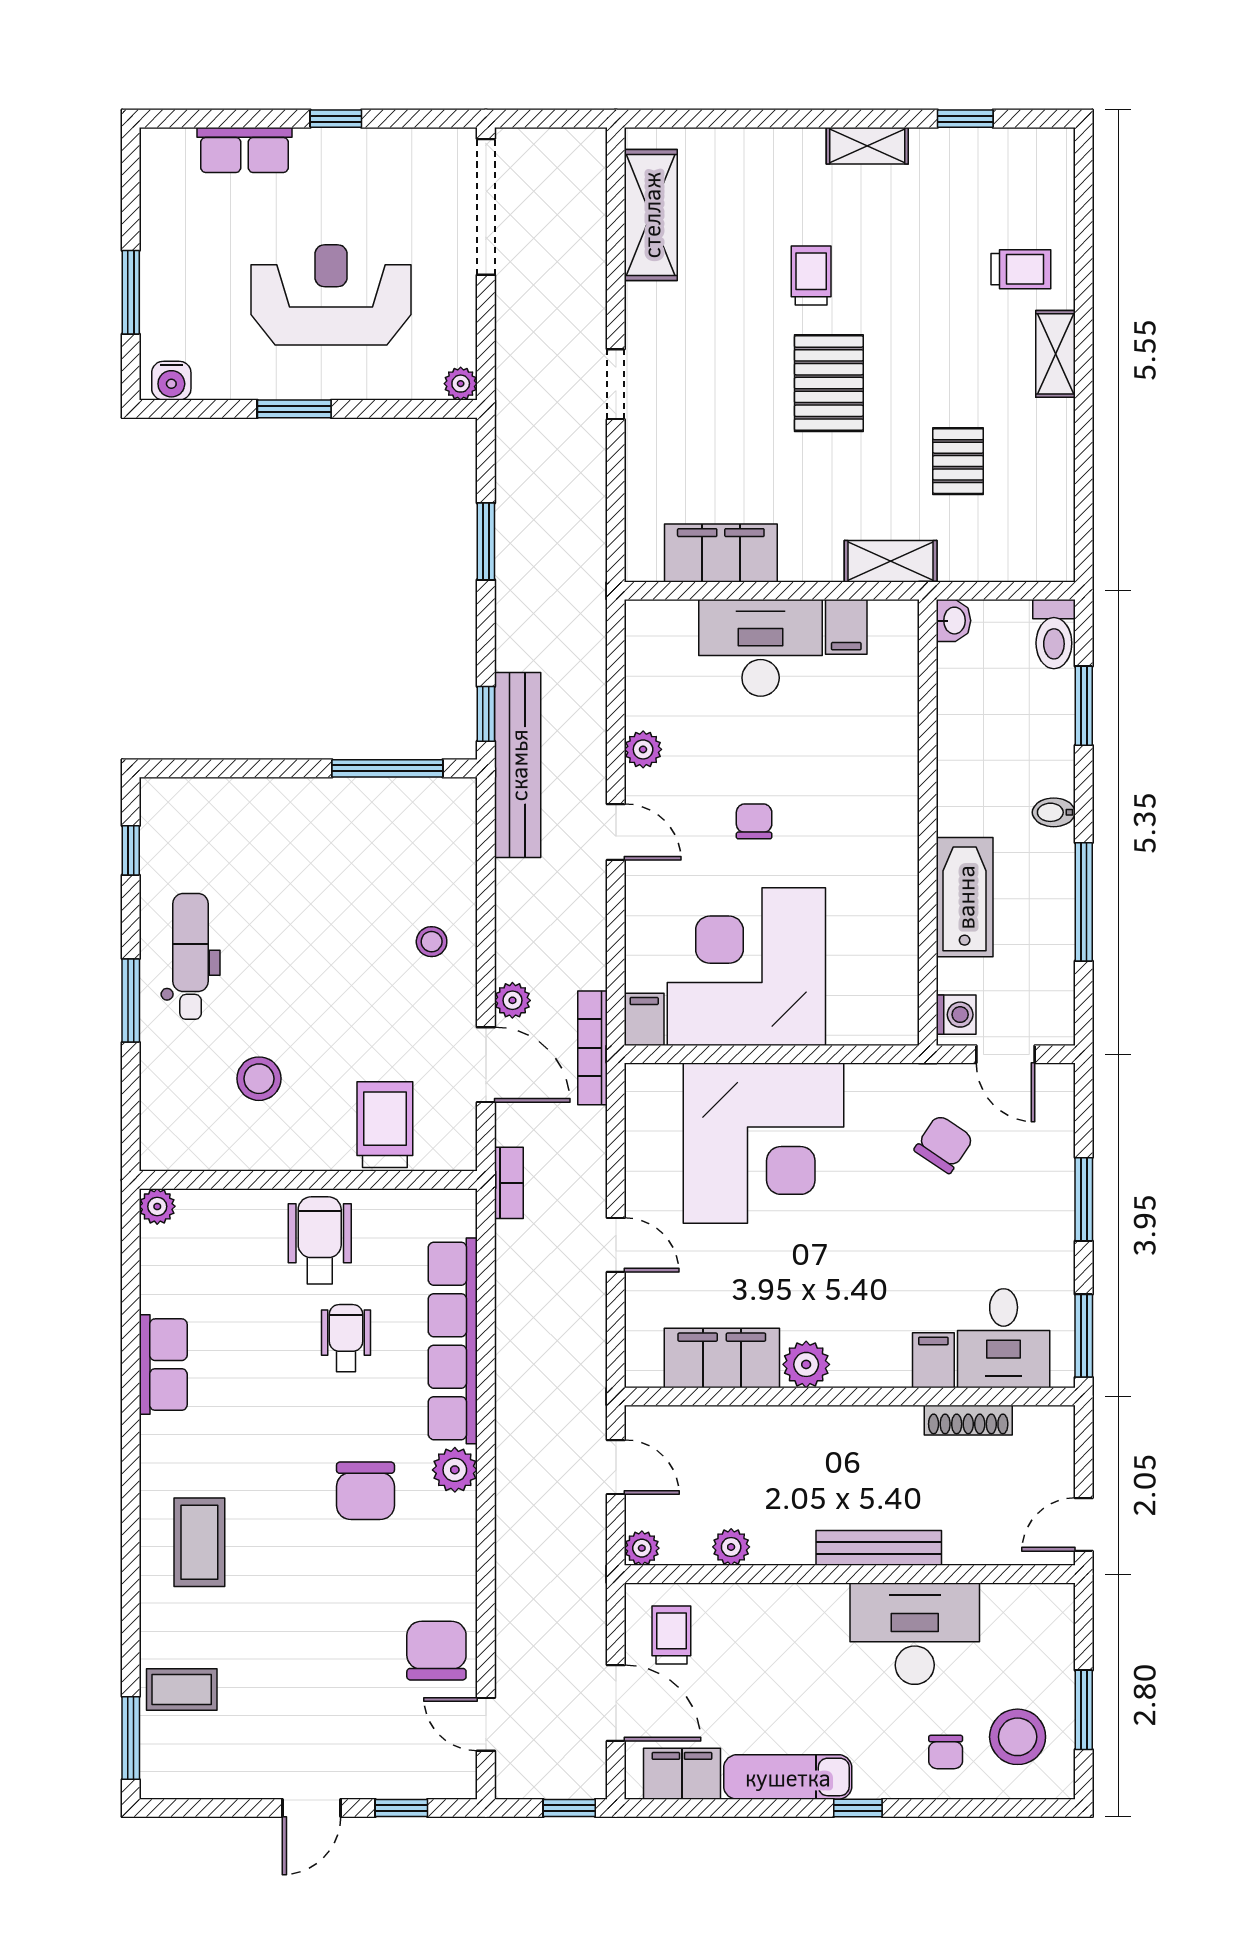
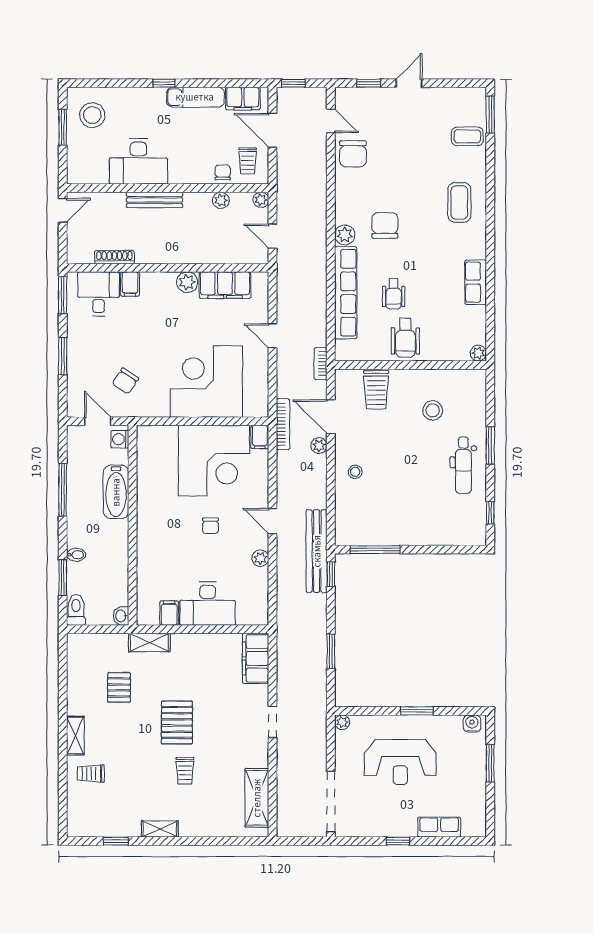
filing cabinet: (721, 553) -> (256, 658), moved, turned 90
bidet: (1054, 812) -> (76, 555), moved
chair: (946, 1752) -> (223, 173), moved

